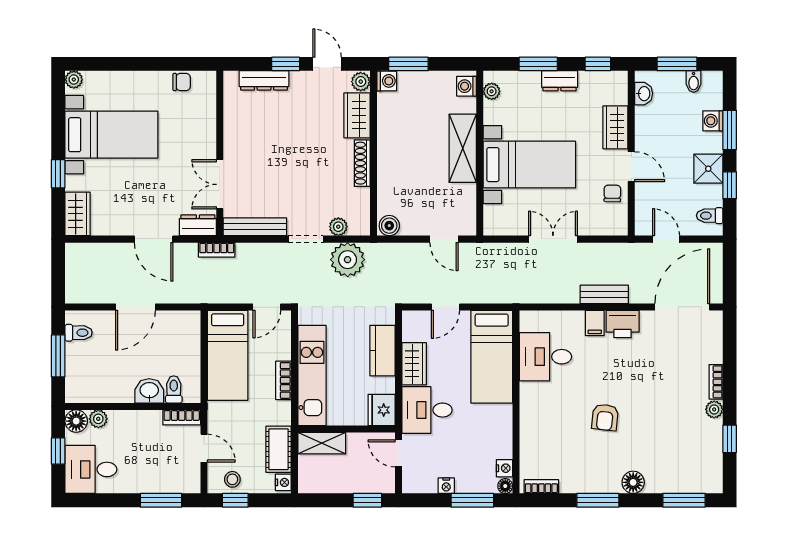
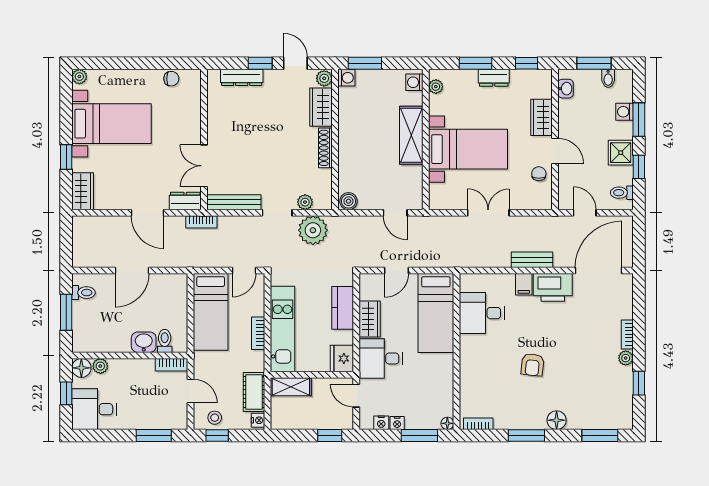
printer: (623, 324) -> (553, 287), width x1.37, depth x1.19
nightstand: (504, 468) -> (381, 423), moved, turned 90

